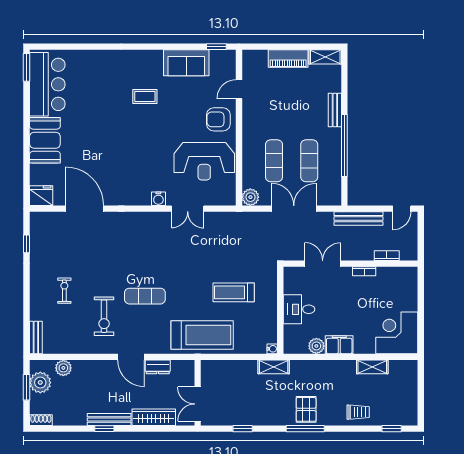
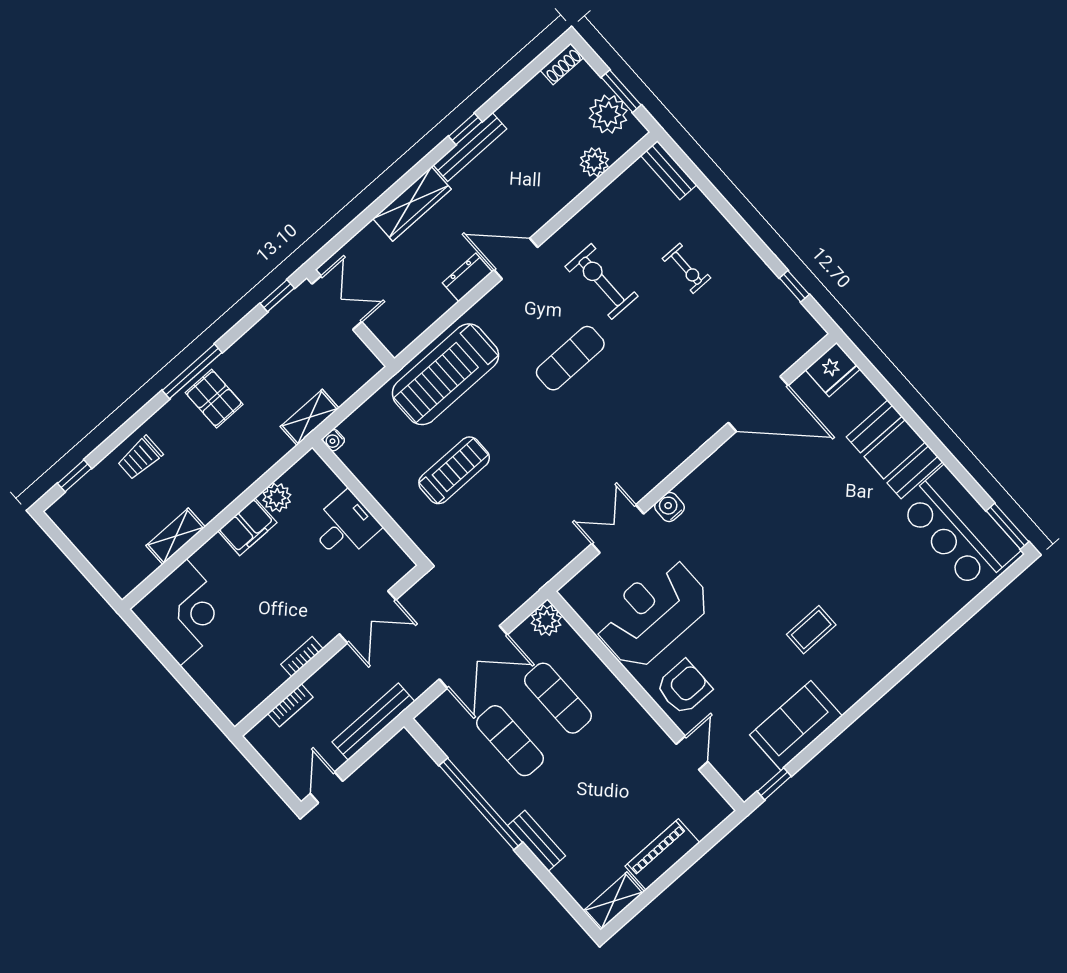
wall: (198, 393) -> (351, 318), moved
double door: (198, 404) -> (337, 303), moved

